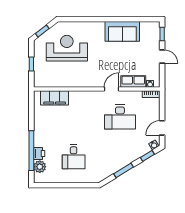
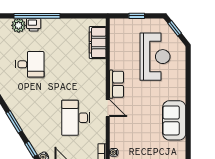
row of seats: (133, 81) -> (117, 84), moved
desk: (74, 157) -> (30, 64), turned 180

